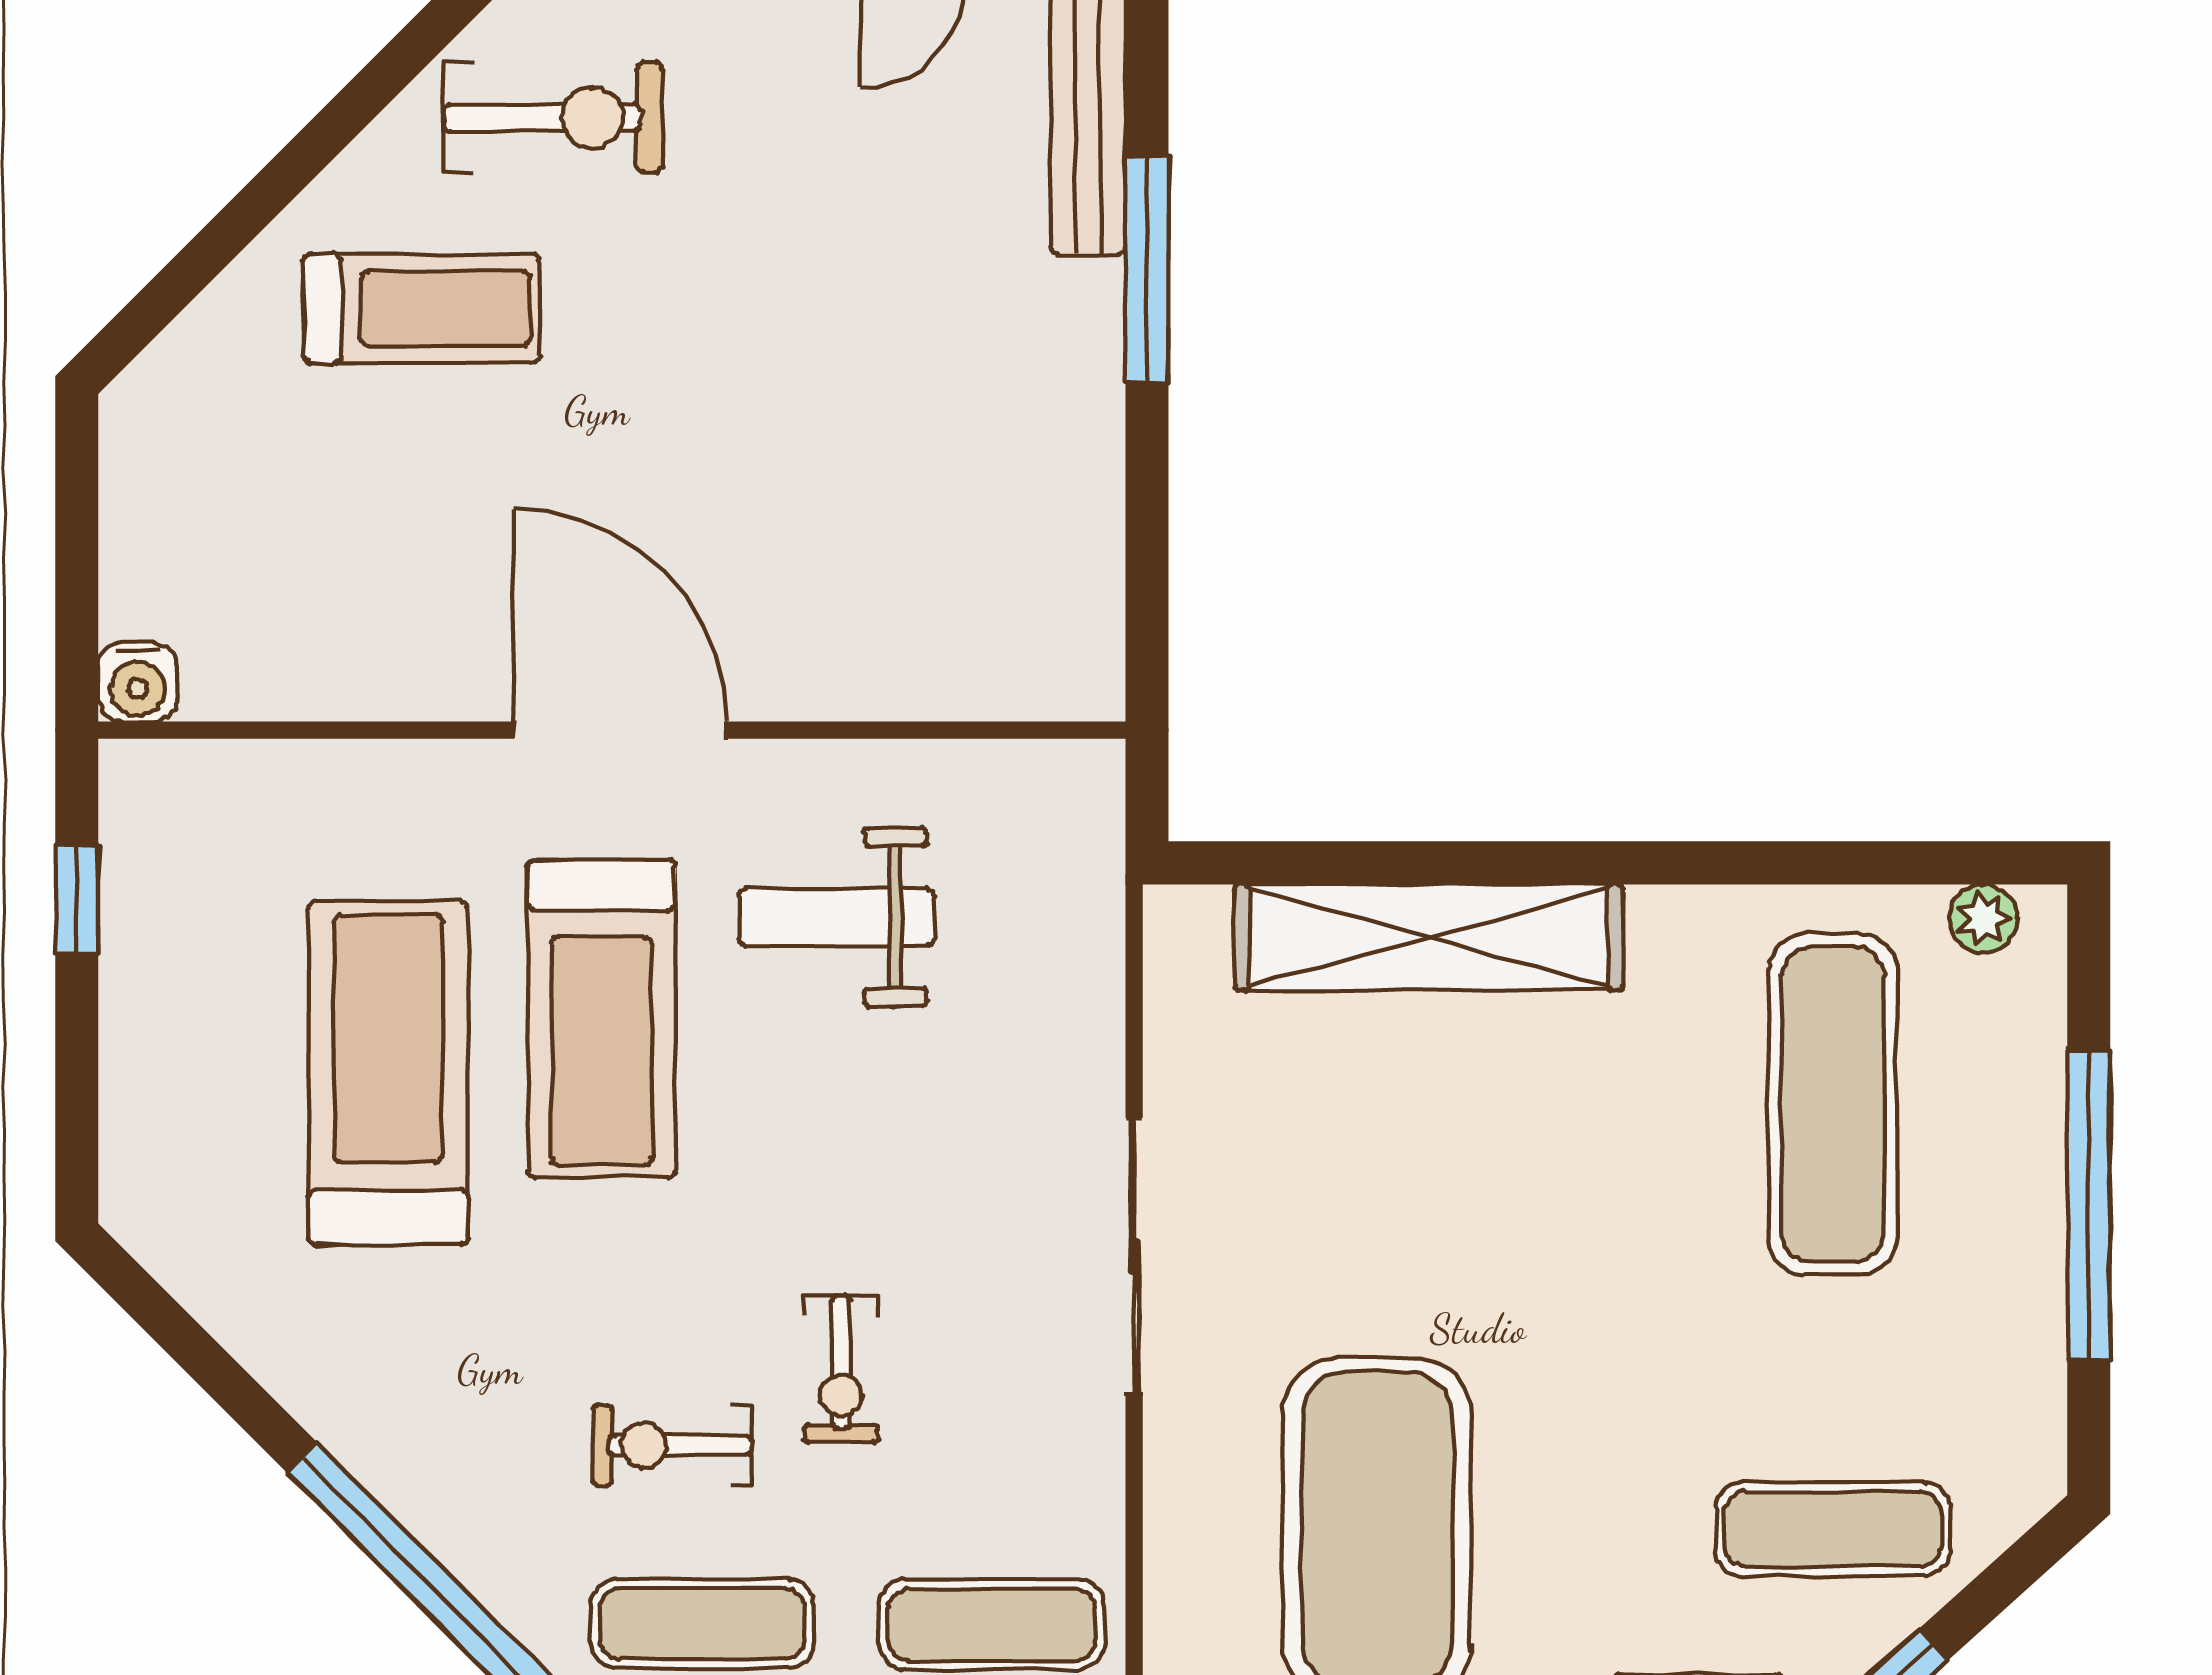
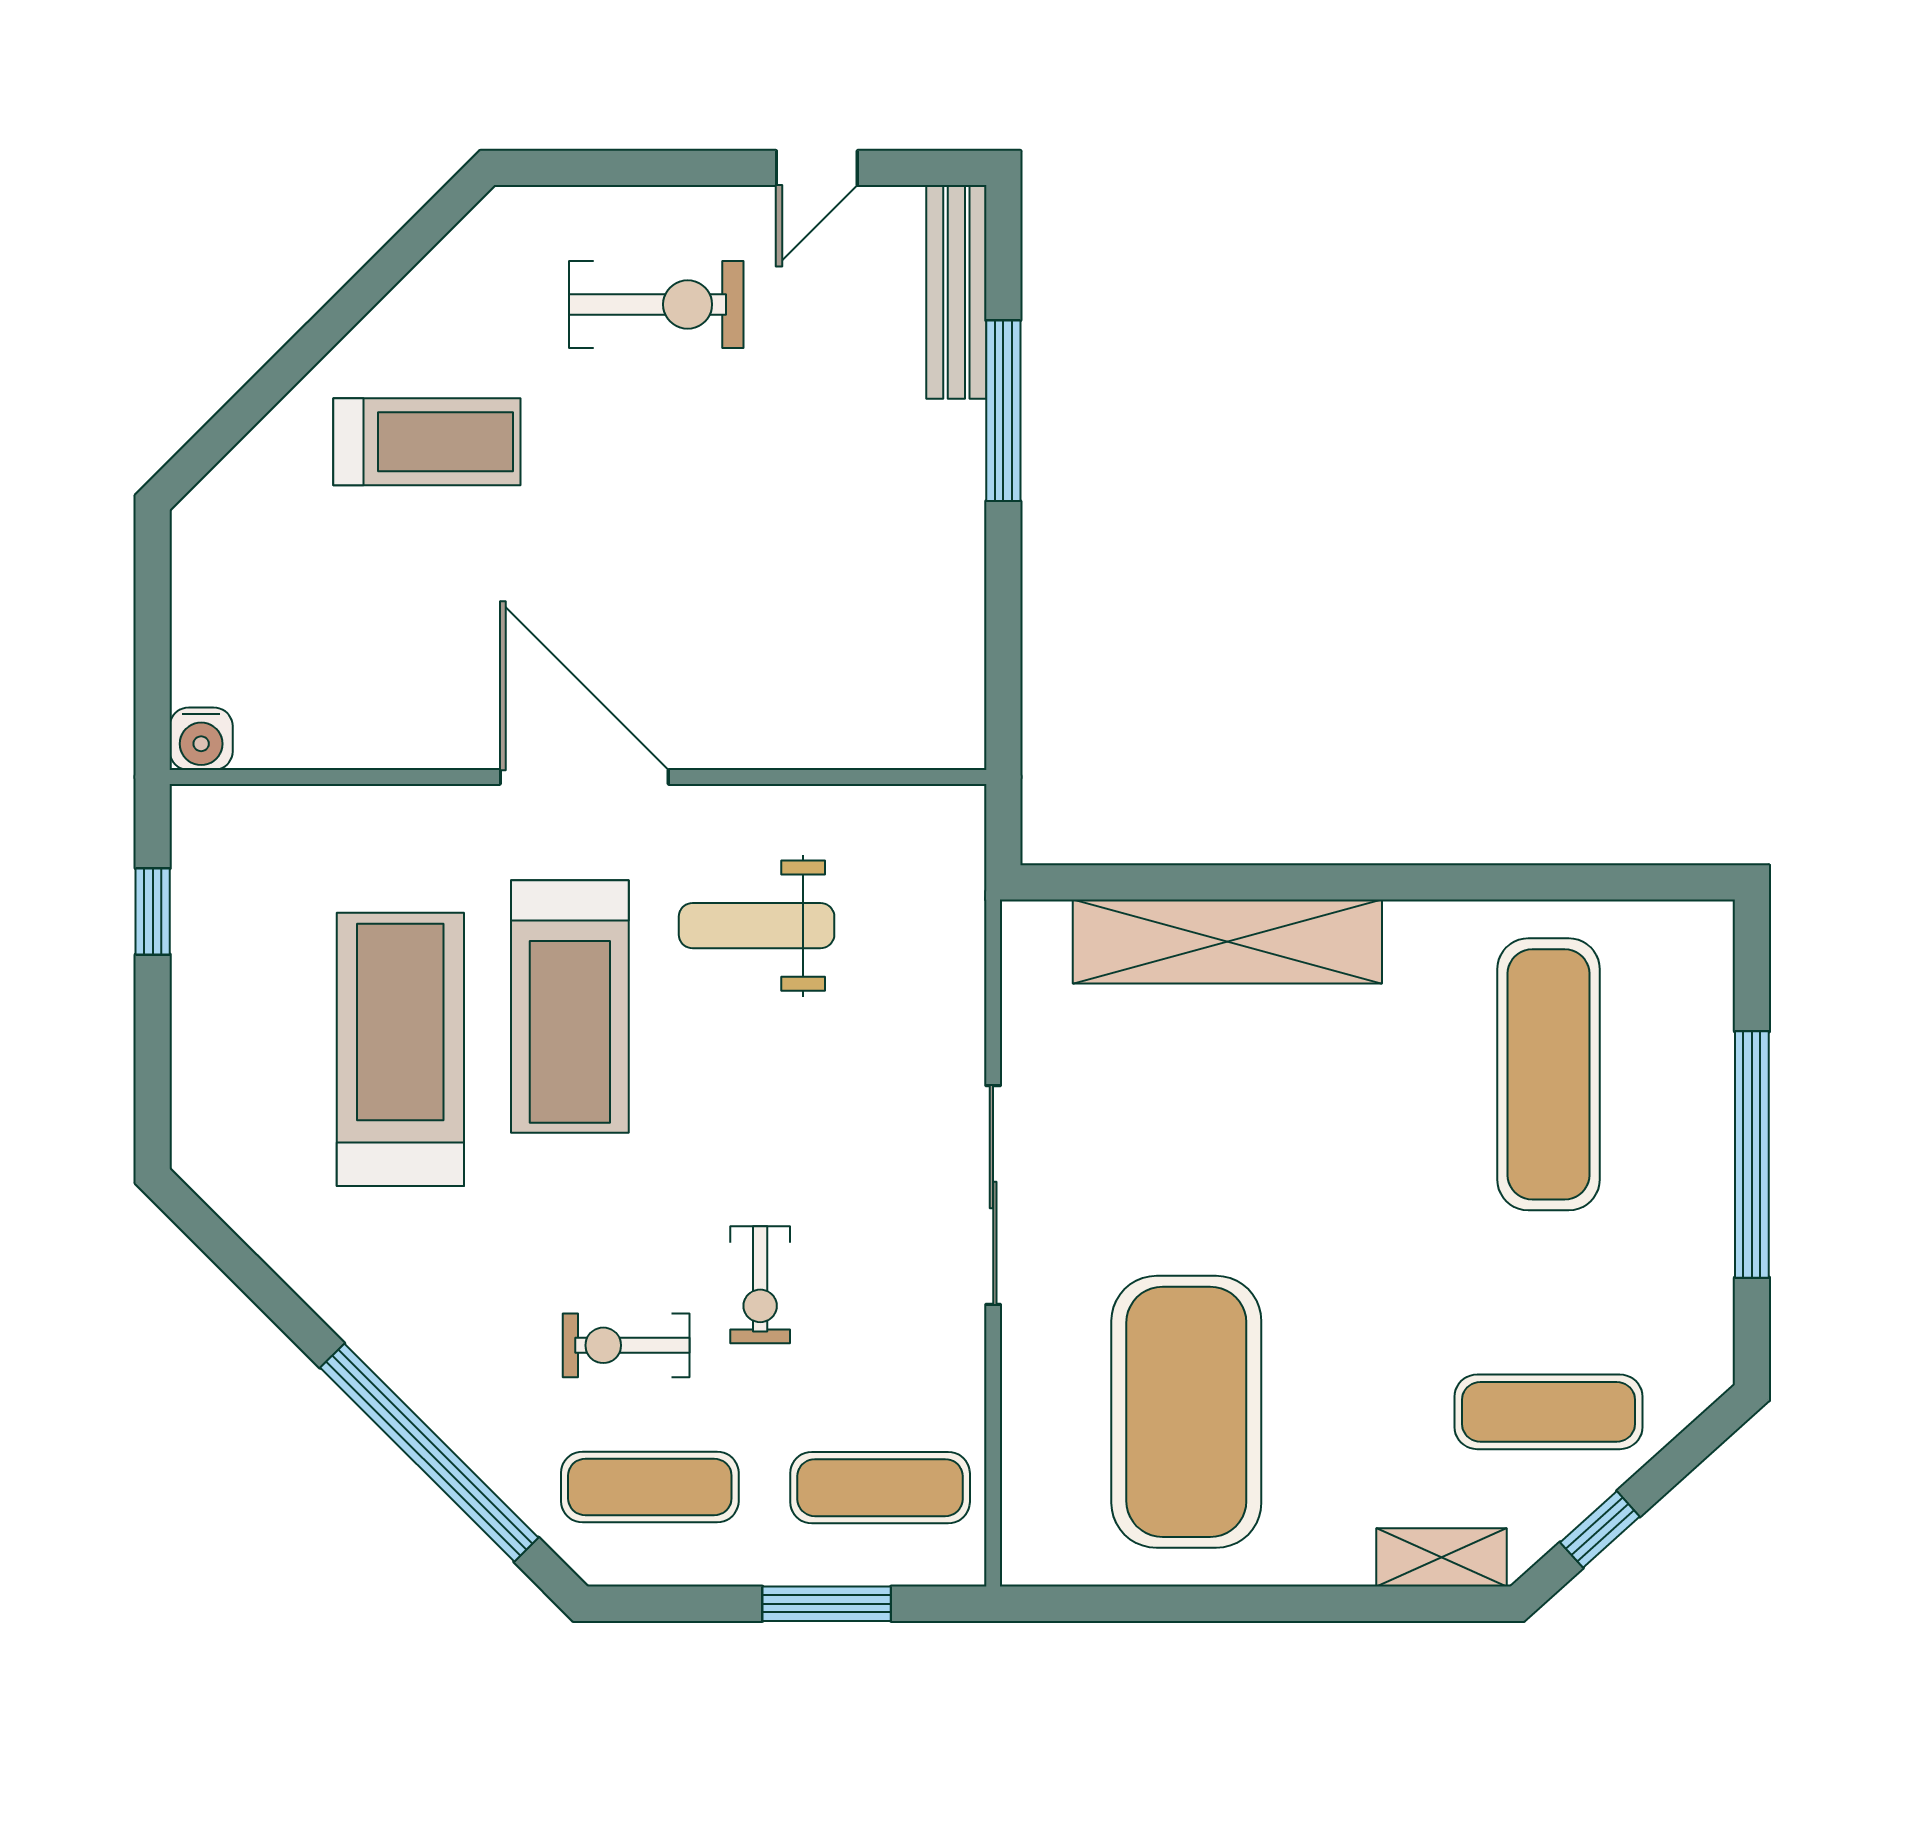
exercise bike: (553, 118) -> (656, 304), moved
plant: (1983, 919) -> (1668, 927), removed

